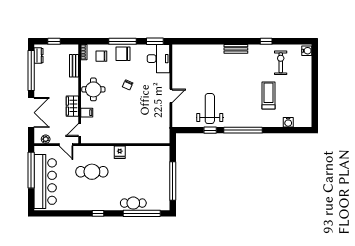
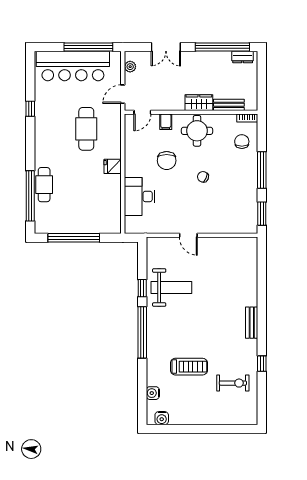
window: (54, 41) -> (262, 78), removed
water cooler: (307, 51) -> (162, 418), moved
chair: (123, 54) -> (167, 161), moved, turned 180
desk: (158, 59) -> (139, 196), moved, turned 90
wardrobe: (72, 106) -> (199, 103), moved
double door: (31, 113) -> (166, 47), width x0.73
door: (80, 130) -> (142, 112), swing flipped
window: (98, 213) -> (30, 109), moved

